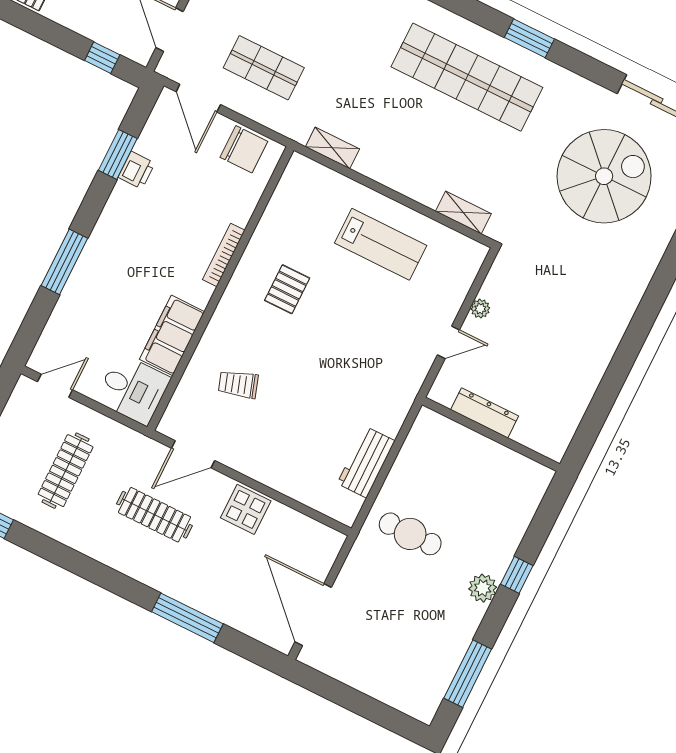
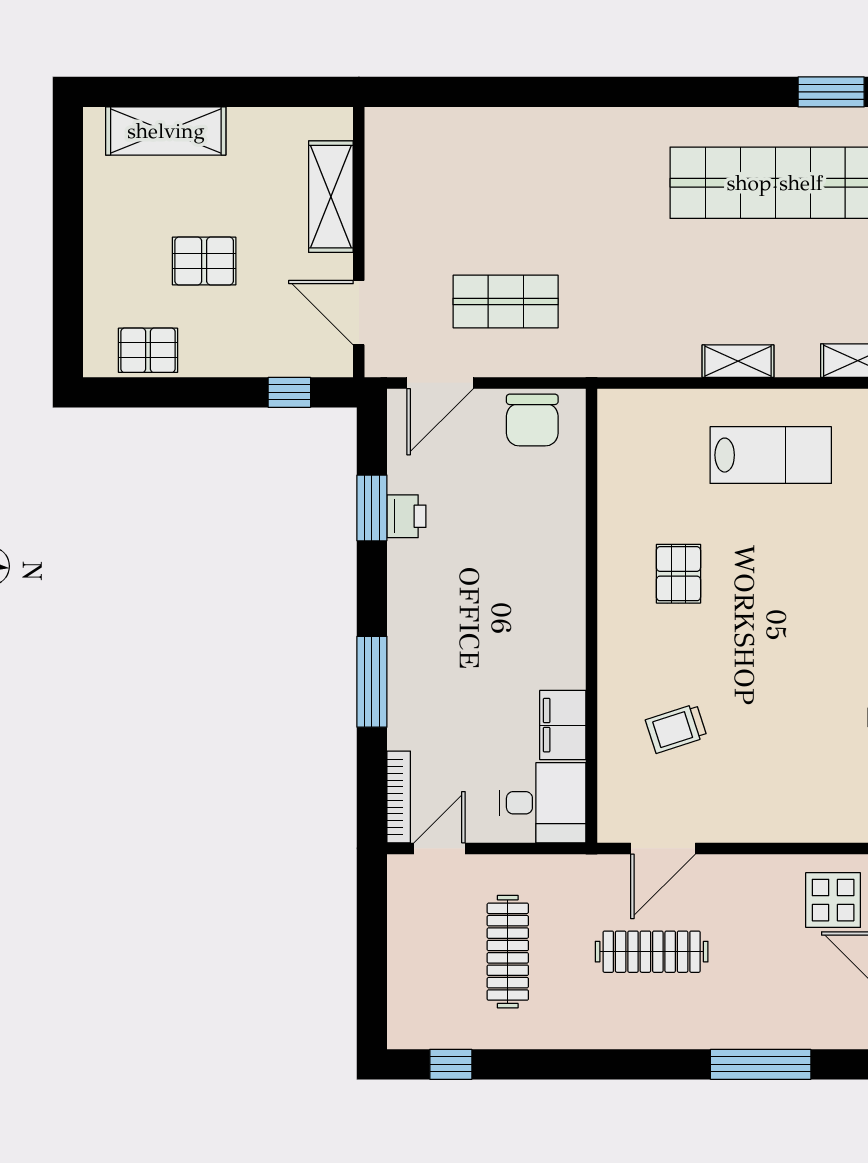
door: (198, 98) -> (440, 383), hinge flipped
shelving: (332, 148) -> (738, 361), moved
chair: (244, 149) -> (532, 420), turned 90
bookcase: (224, 255) -> (399, 797), moved, turned 180
filing cabinet: (172, 335) -> (563, 725), width x0.67, depth x0.86
display table: (246, 509) -> (833, 900), moved

